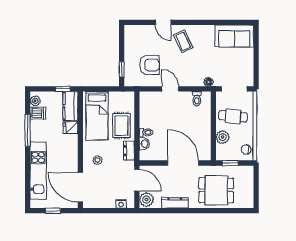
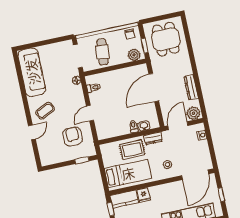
sofa: (234, 36) -> (32, 72), width x1.36
plant: (223, 137) -> (134, 55), moved
dining table: (216, 190) -> (166, 39), moved

